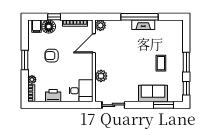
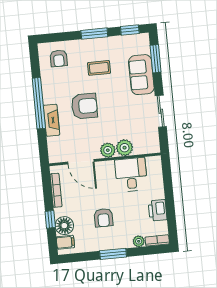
plant: (100, 25) -> (108, 150), moved
fireplace: (143, 25) -> (52, 120), moved
armchair: (171, 34) -> (59, 58), added
armchair: (134, 50) -> (84, 106), added
desk: (81, 91) -> (131, 175), moved
sliding door: (113, 105) -> (161, 111), moved

